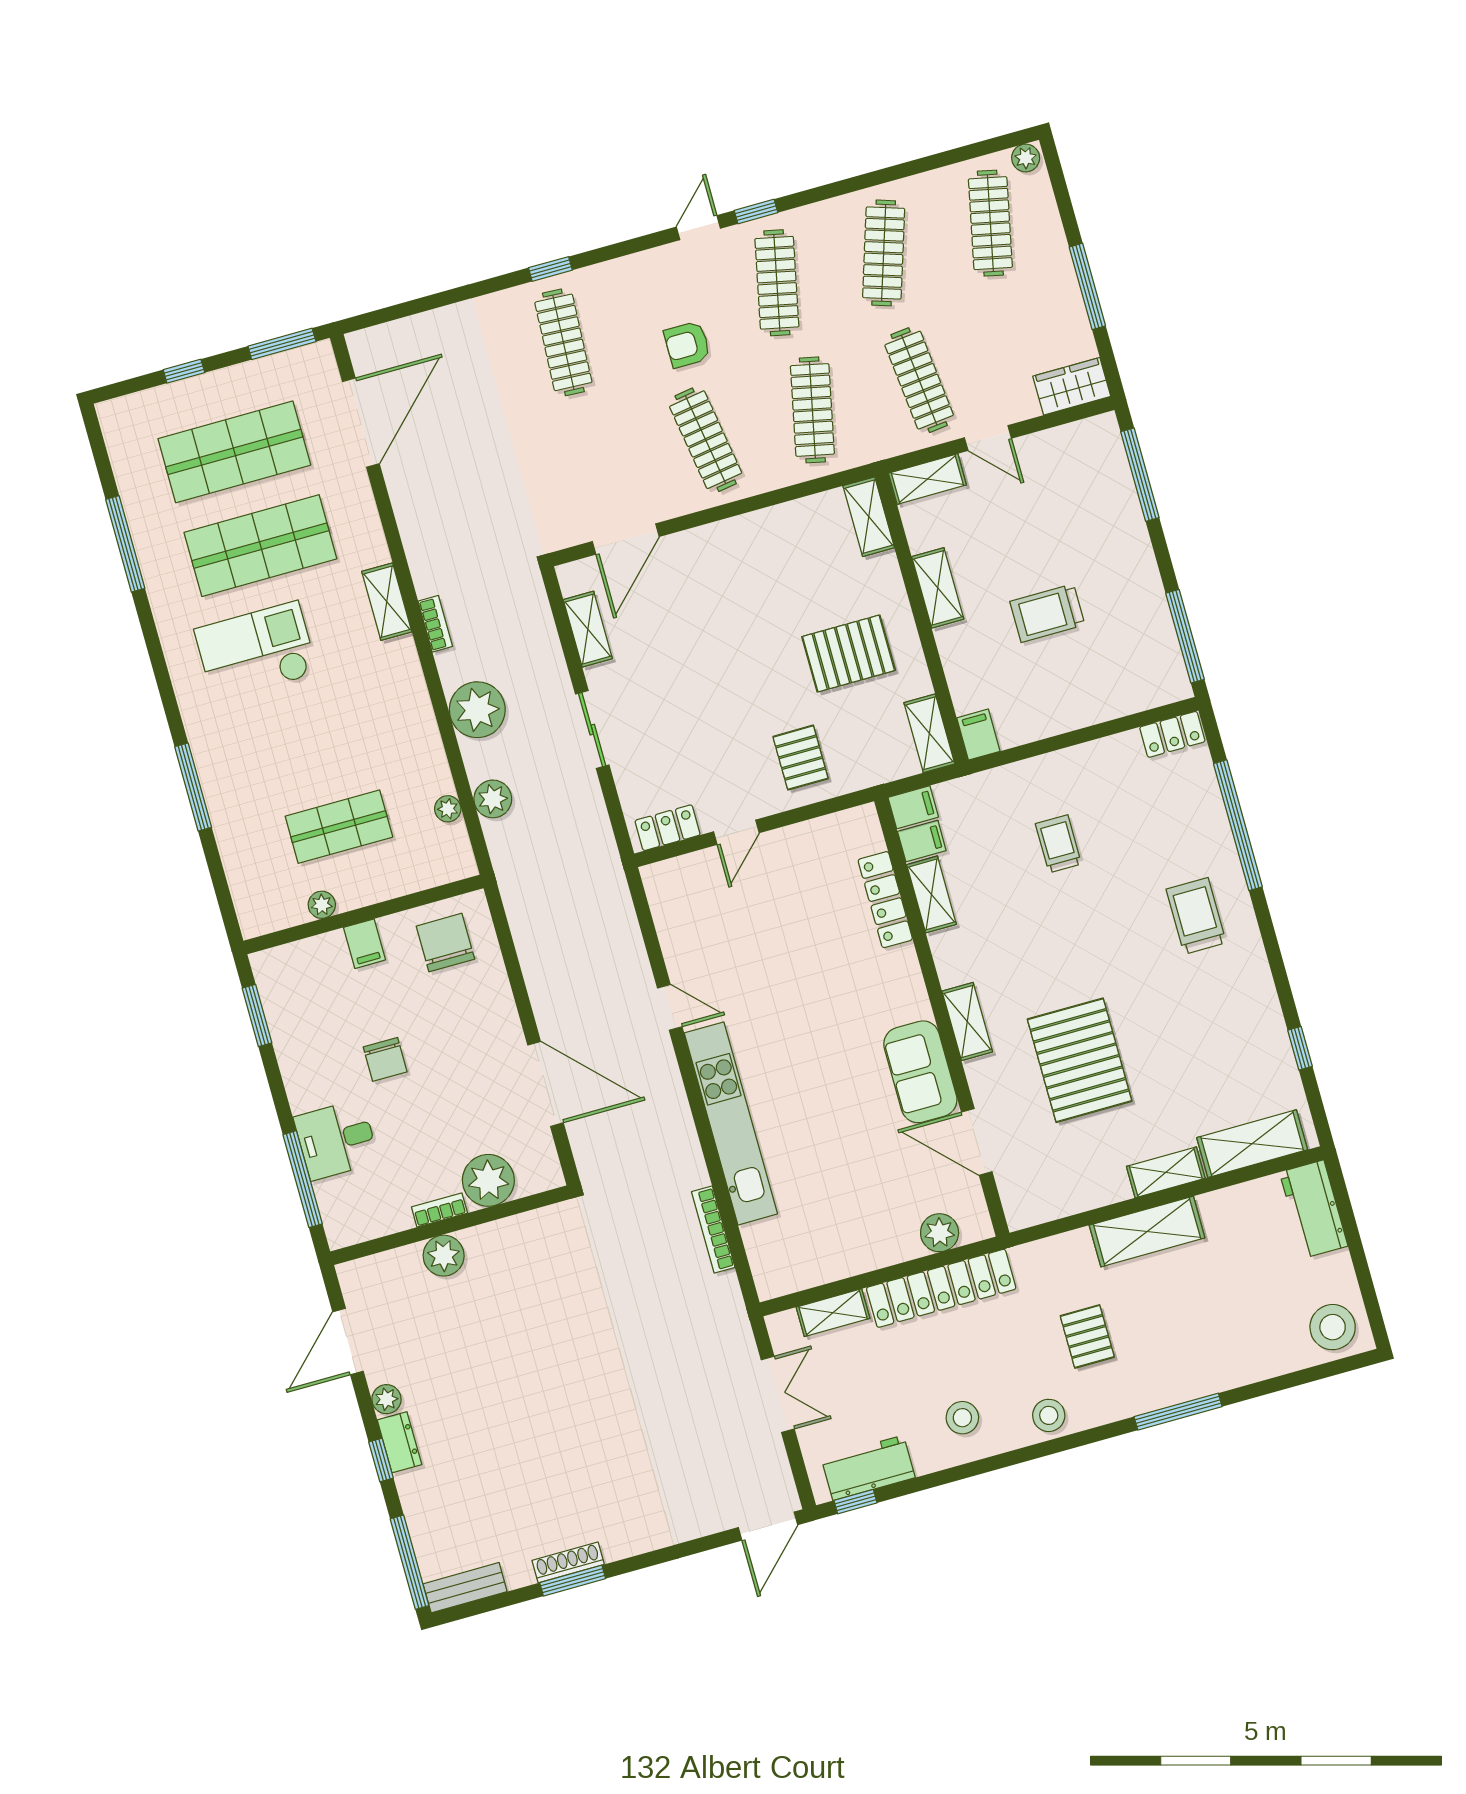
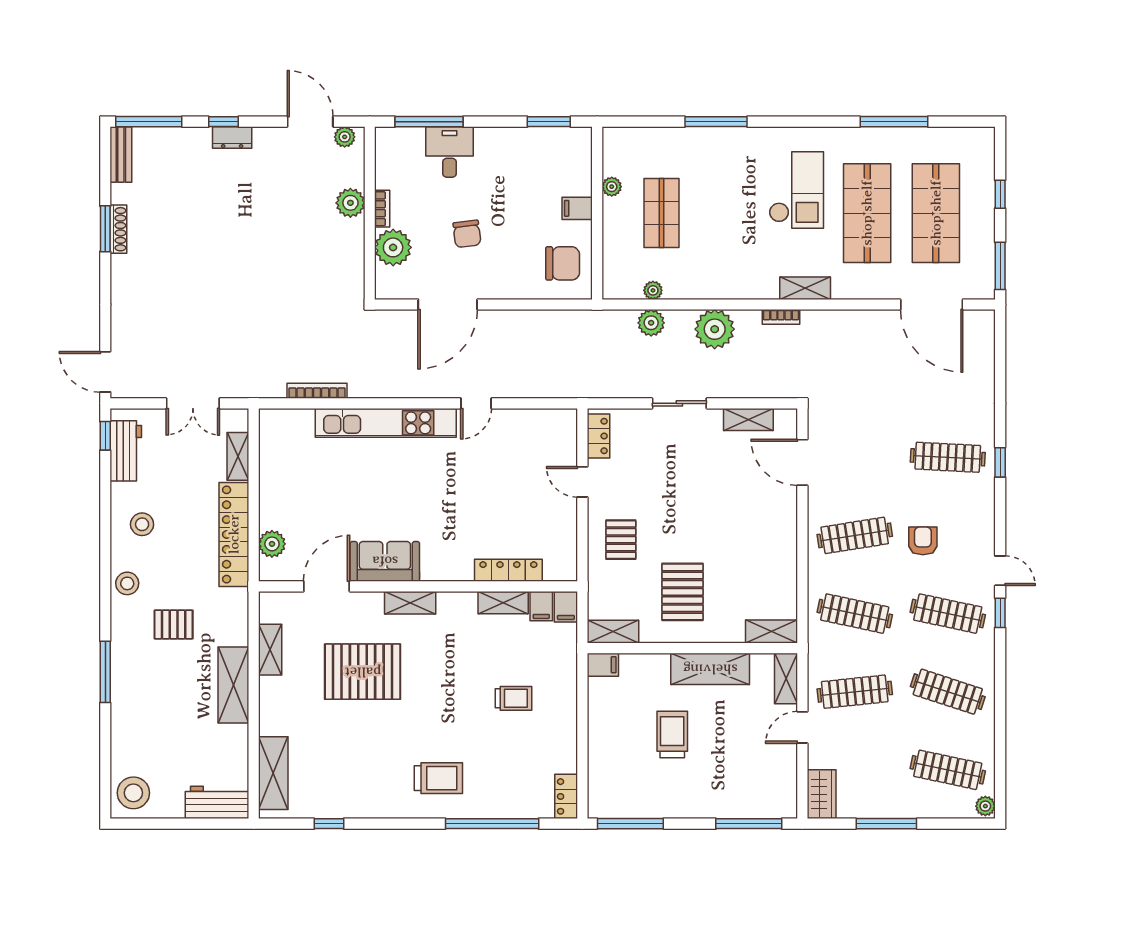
shelving: (938, 588) -> (710, 669), width x1.50, depth x1.33
pallet: (801, 758) -> (621, 540), turned 90
chair: (385, 1059) -> (467, 234), moved, turned -97
shelving: (1166, 1172) -> (270, 650), moved
plant: (386, 1399) -> (345, 137), moved

